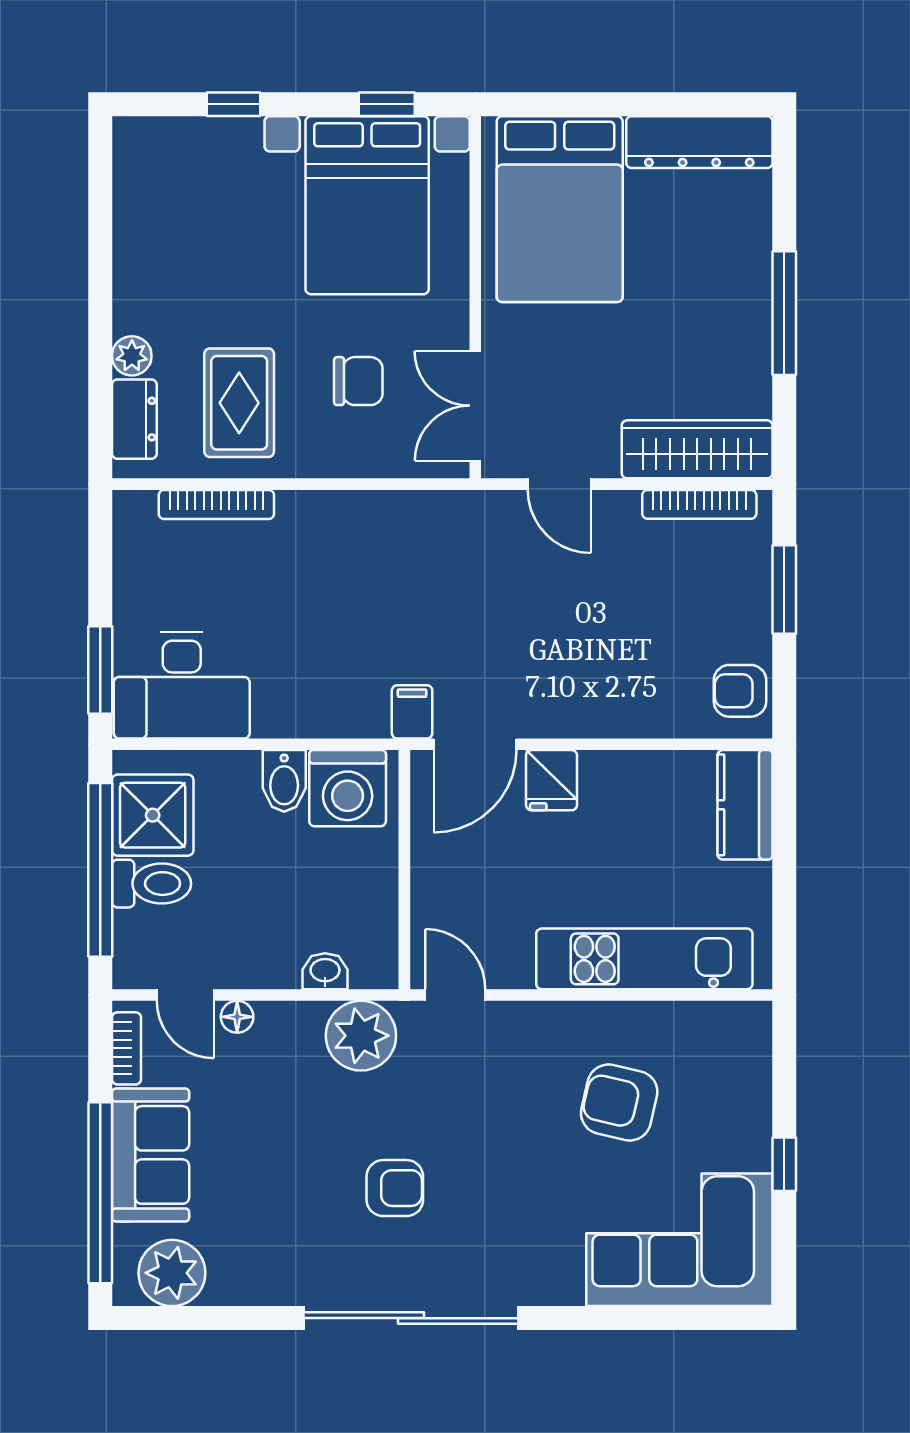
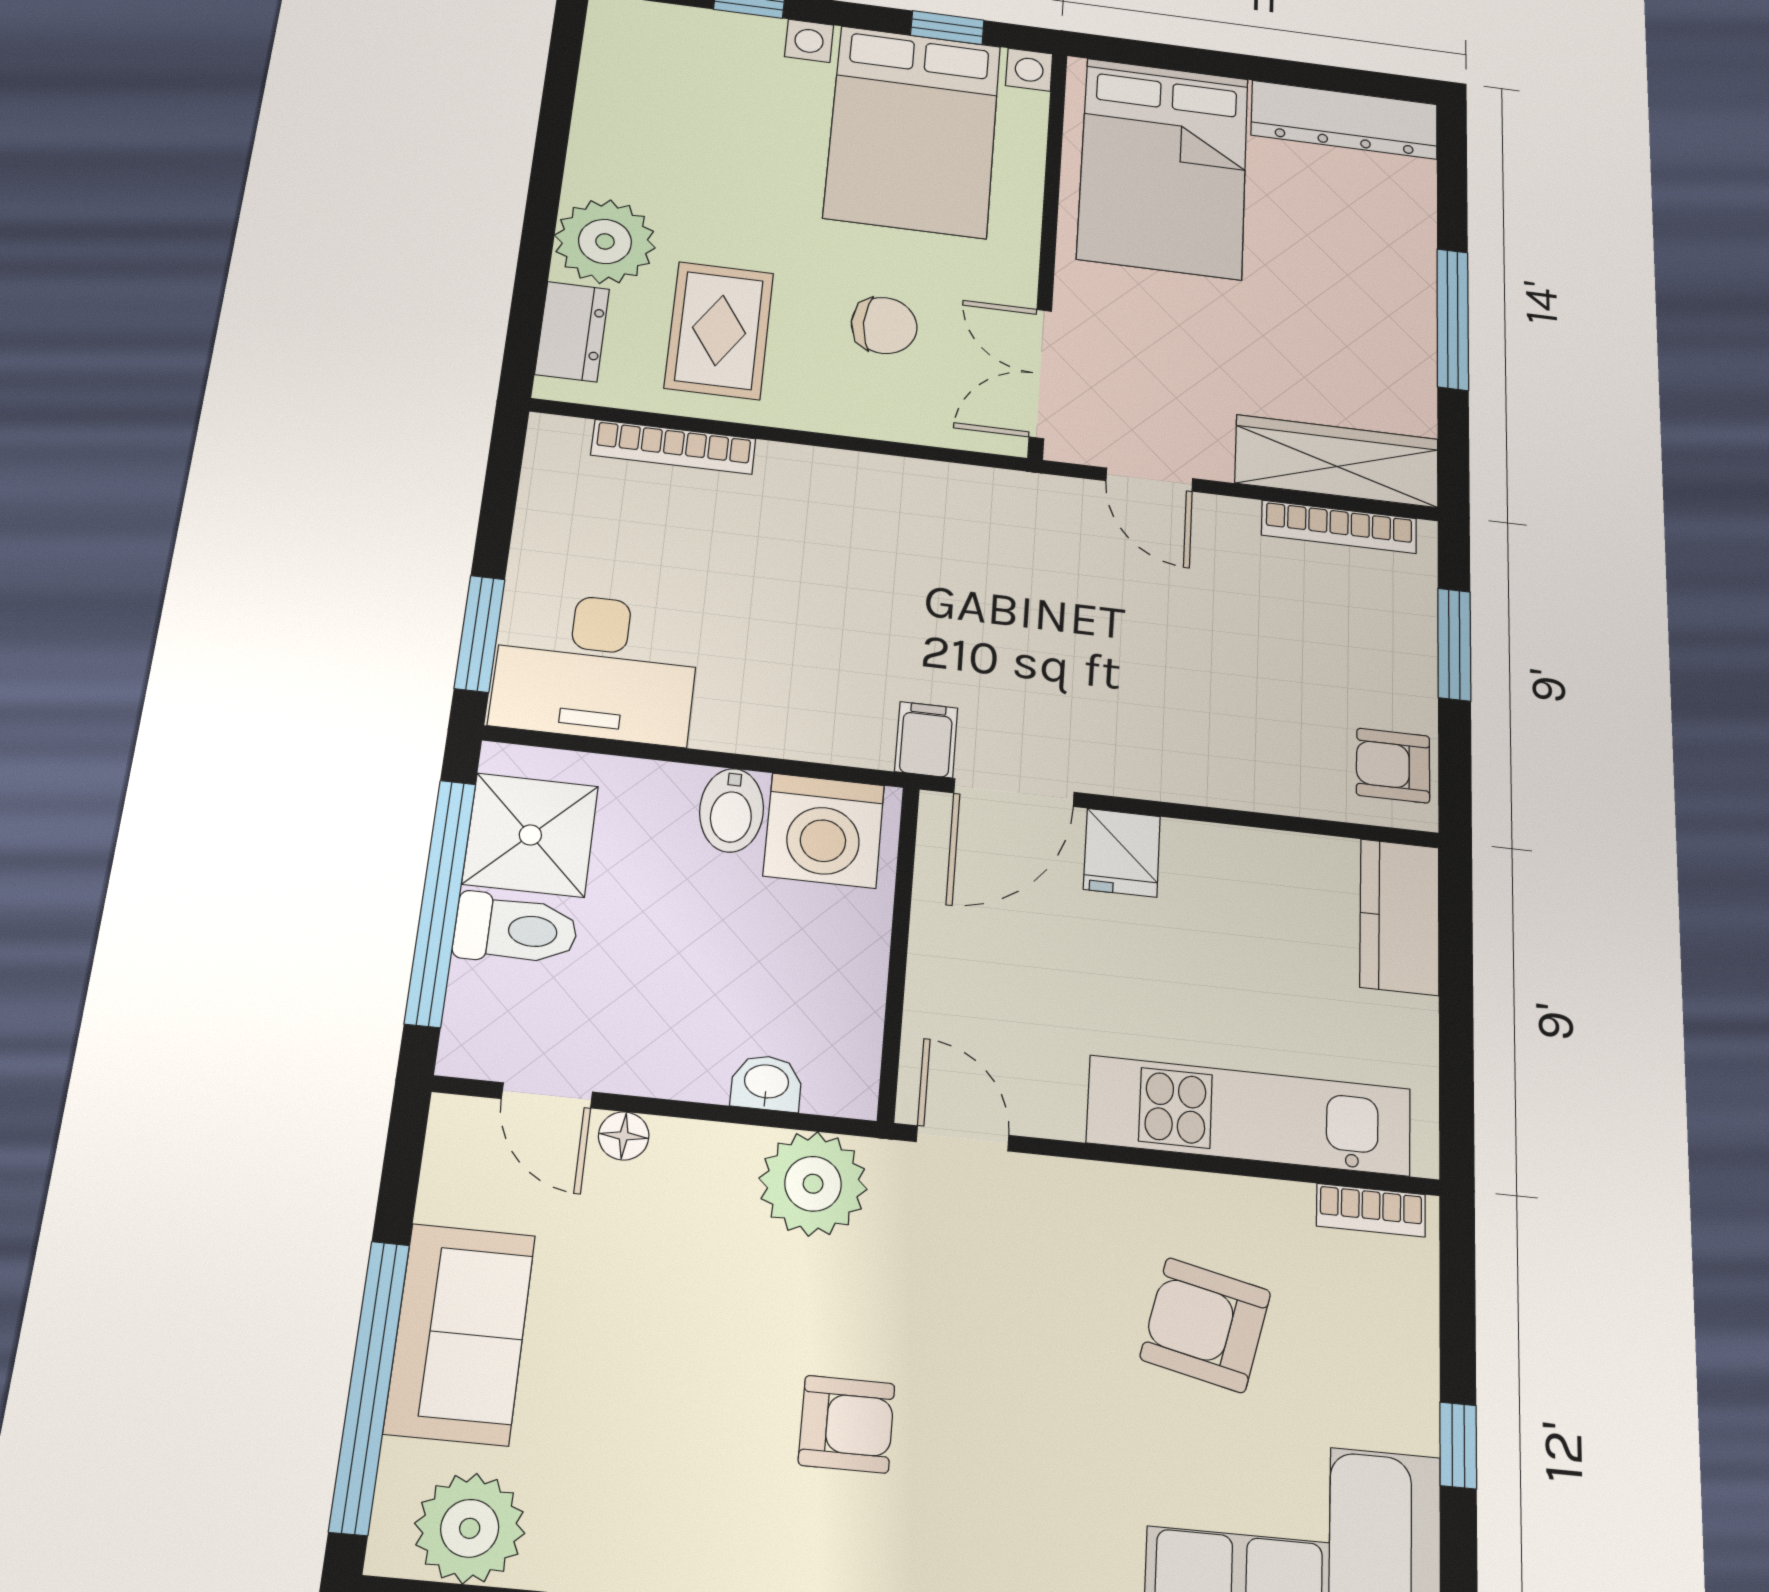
plant: (132, 356) -> (605, 241), width x1.88, depth x1.88
bookcase: (126, 1048) -> (1371, 1210), moved, turned 90

